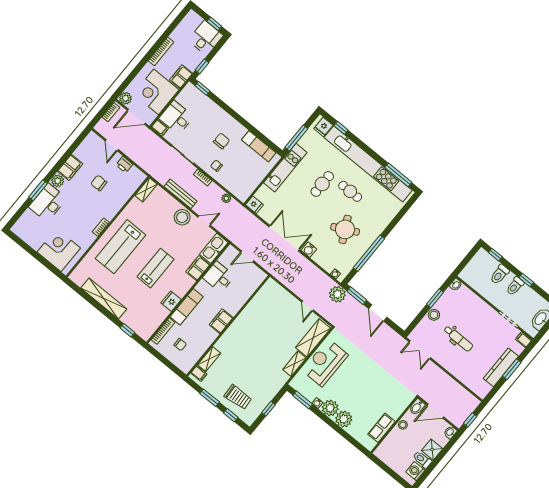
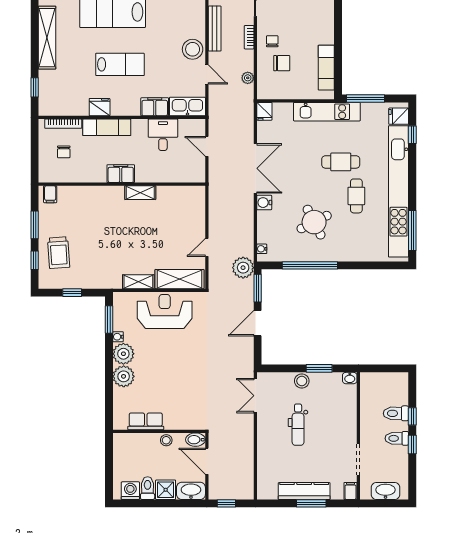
chair: (221, 141) -> (282, 63), moved
window: (495, 255) -> (412, 416), moved
shelving: (209, 359) -> (140, 193), moved
washbasin: (450, 432) -> (191, 491), width x1.91, depth x1.45

